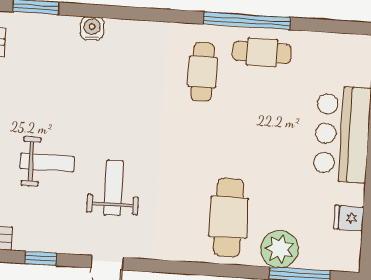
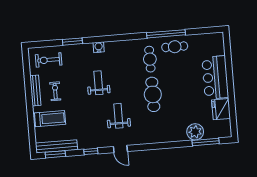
weight bench: (47, 162) -> (98, 83), moved, turned -90
cafe table: (229, 217) -> (153, 94), moved
fridge: (349, 218) -> (221, 109), width x1.88, depth x1.34

